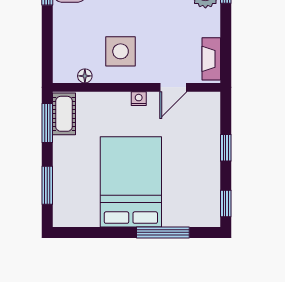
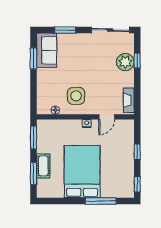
cot: (64, 114) -> (43, 166), moved

